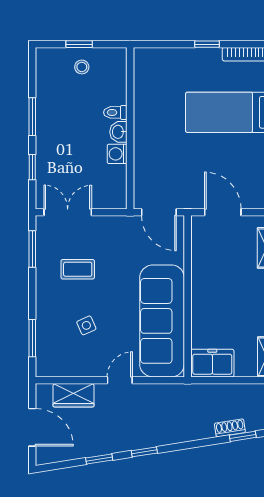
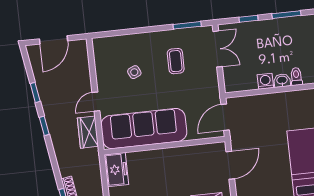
window: (32, 338) -> (120, 33), removed
door: (120, 380) -> (96, 102), swing flipped
wardrobe: (74, 395) -> (88, 132), moved

